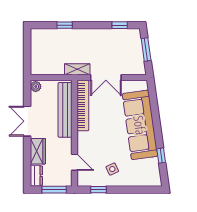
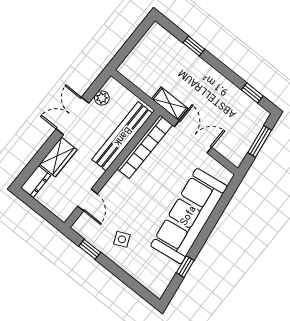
double door: (106, 78) -> (193, 137), swing flipped
plant: (36, 86) -> (102, 98), moved
window: (54, 190) -> (43, 211), removed

